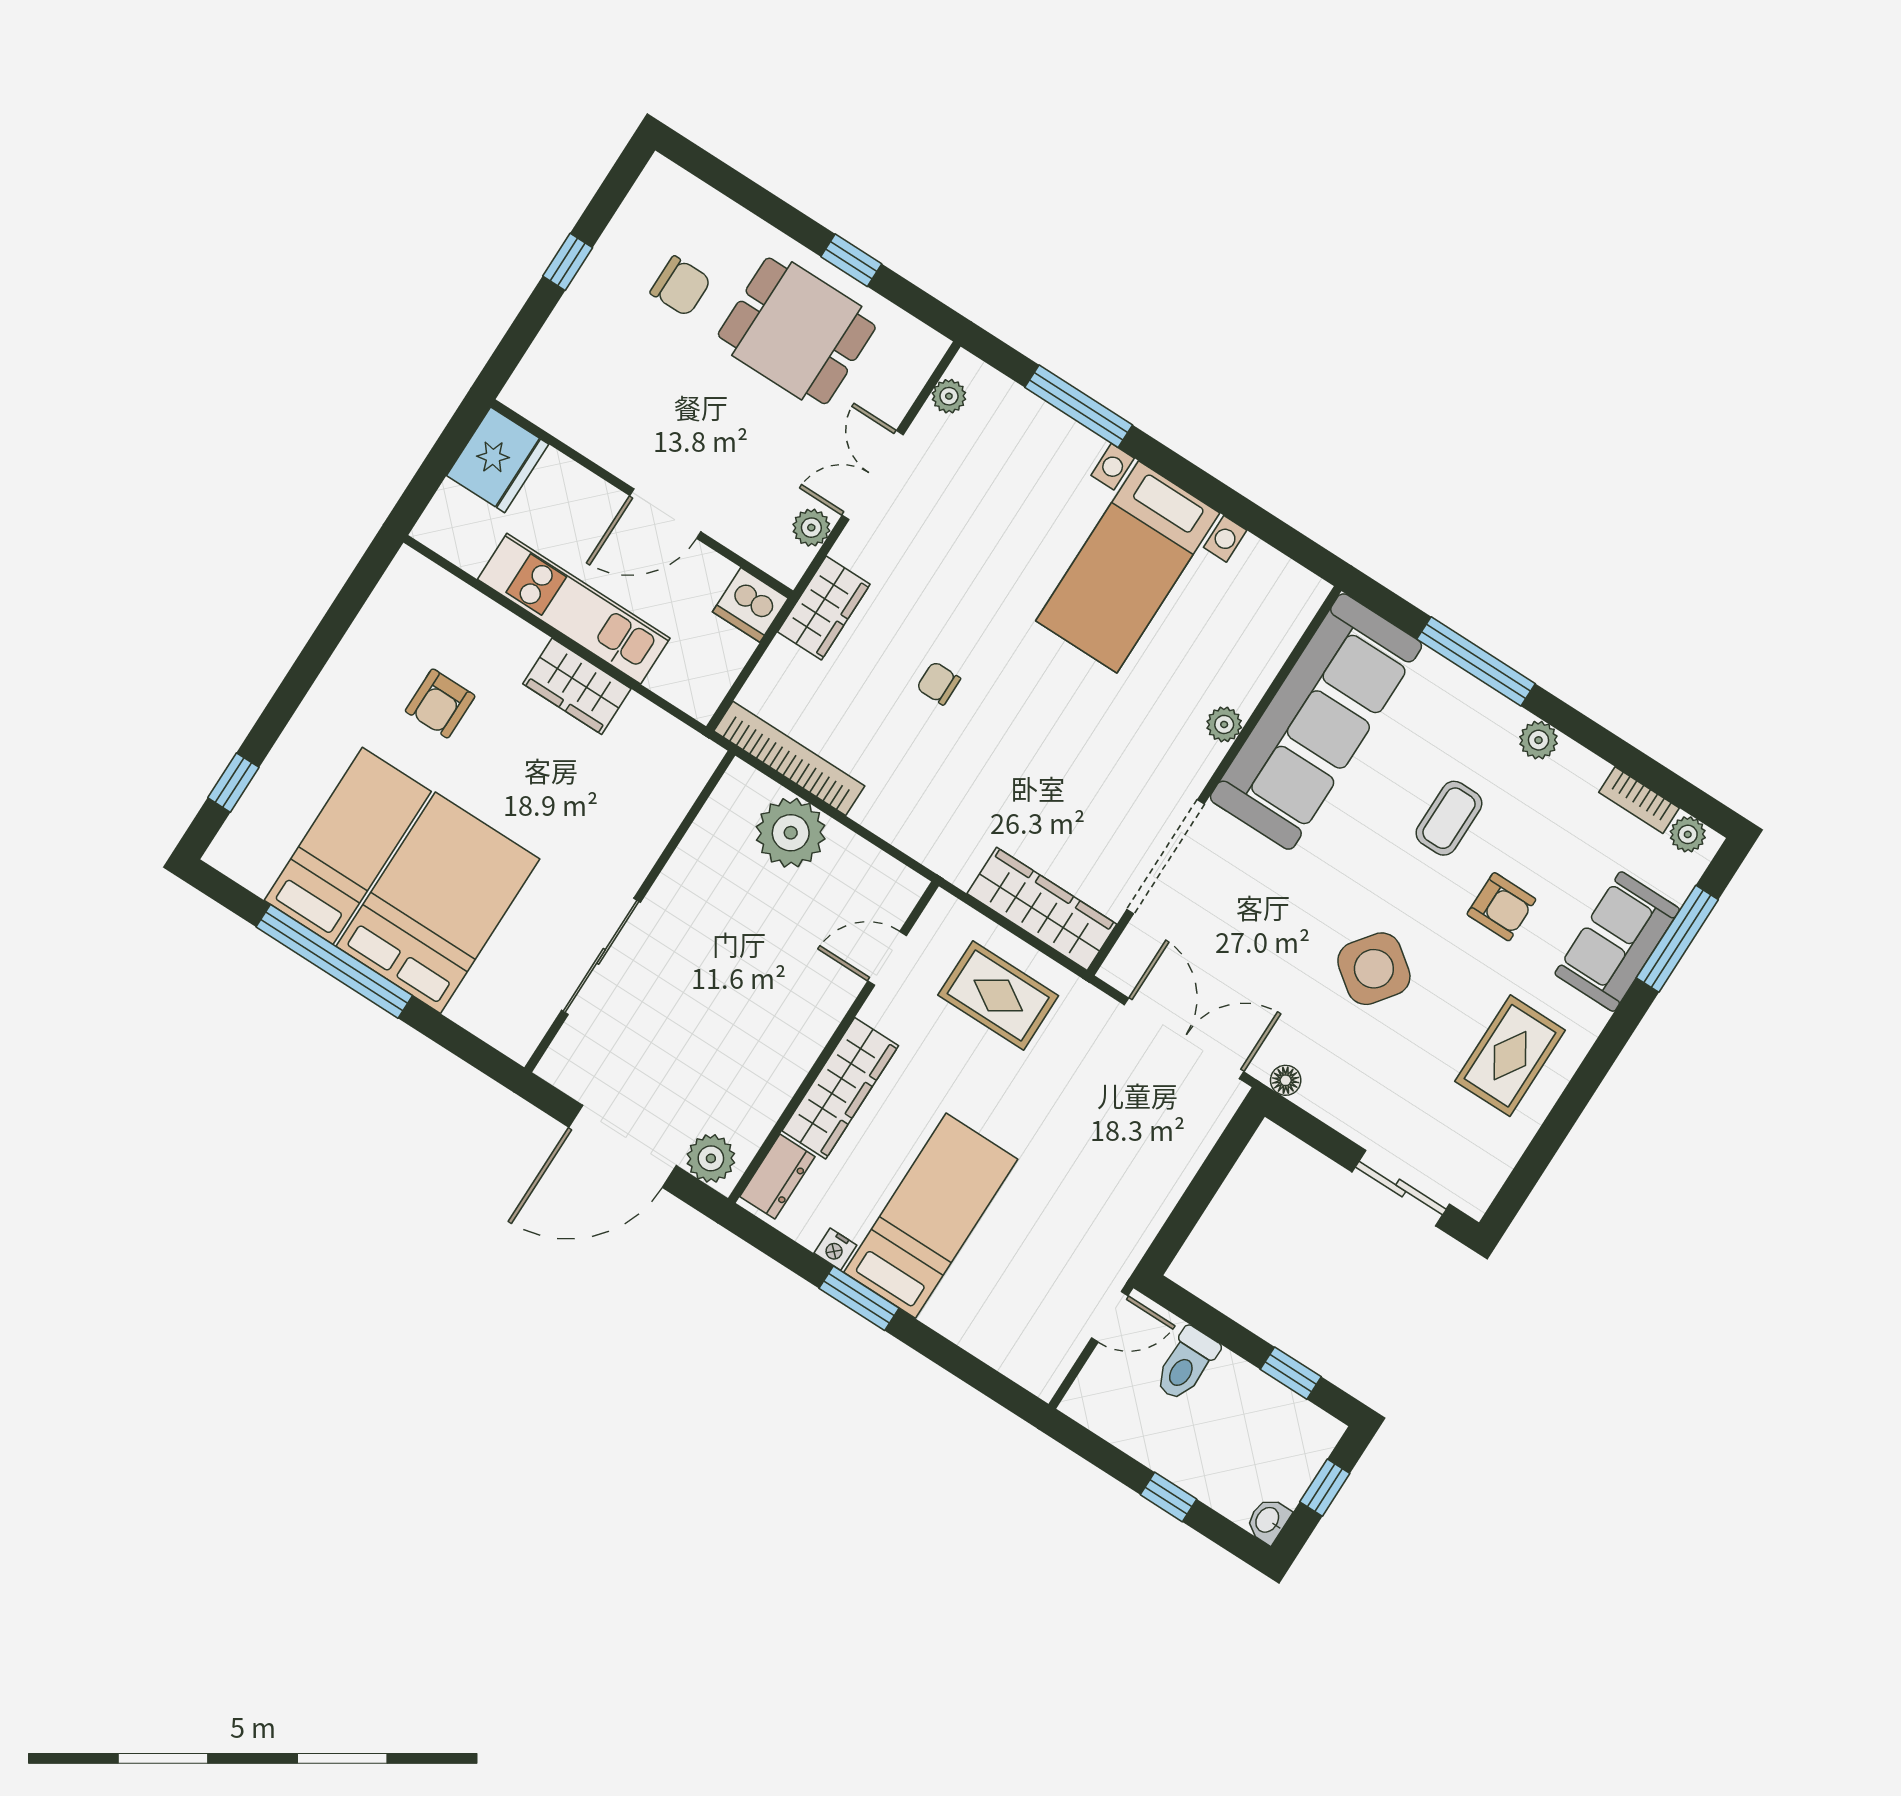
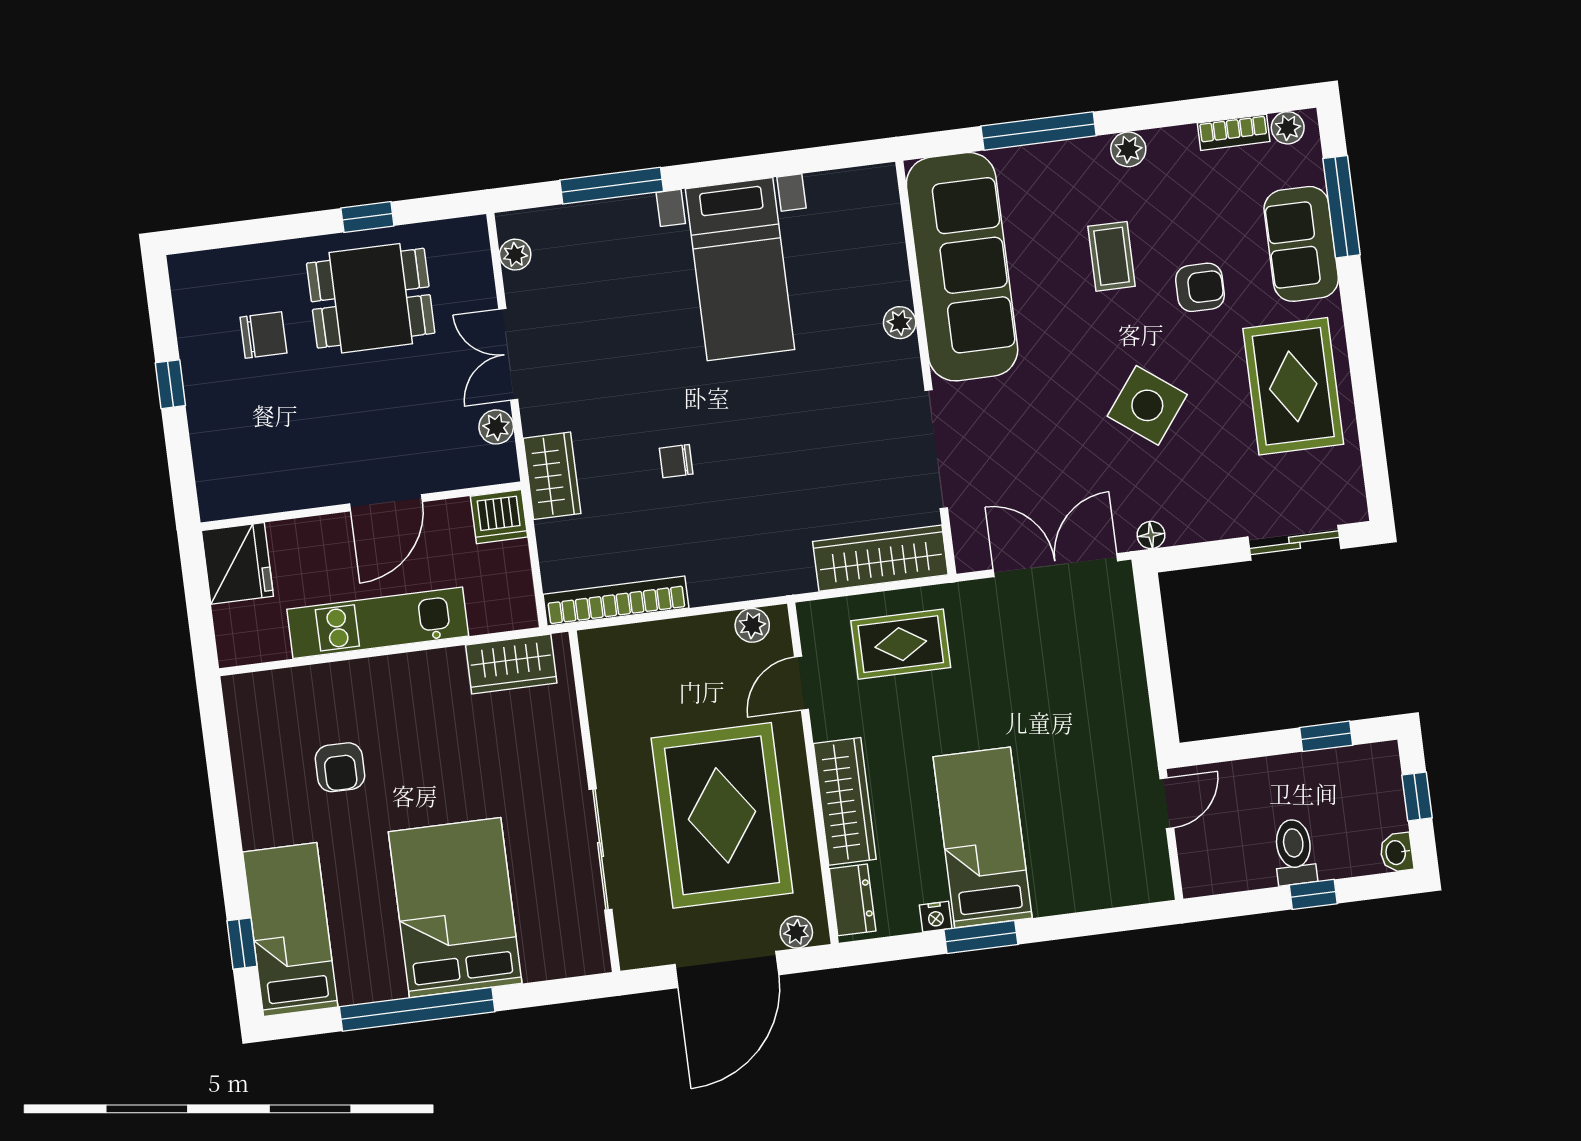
wardrobe: (577, 686) -> (511, 664), moved
plant: (791, 833) -> (752, 625), moved, width x0.53, depth x0.53
bed: (348, 846) -> (290, 930), moved
rug: (727, 1014) -> (722, 815), added
rug: (1510, 1056) -> (1293, 386), width x1.36, depth x1.43
plant: (711, 1158) -> (796, 932), width x0.73, depth x0.73
toilet: (1186, 1364) -> (1294, 852), moved, turned 180

